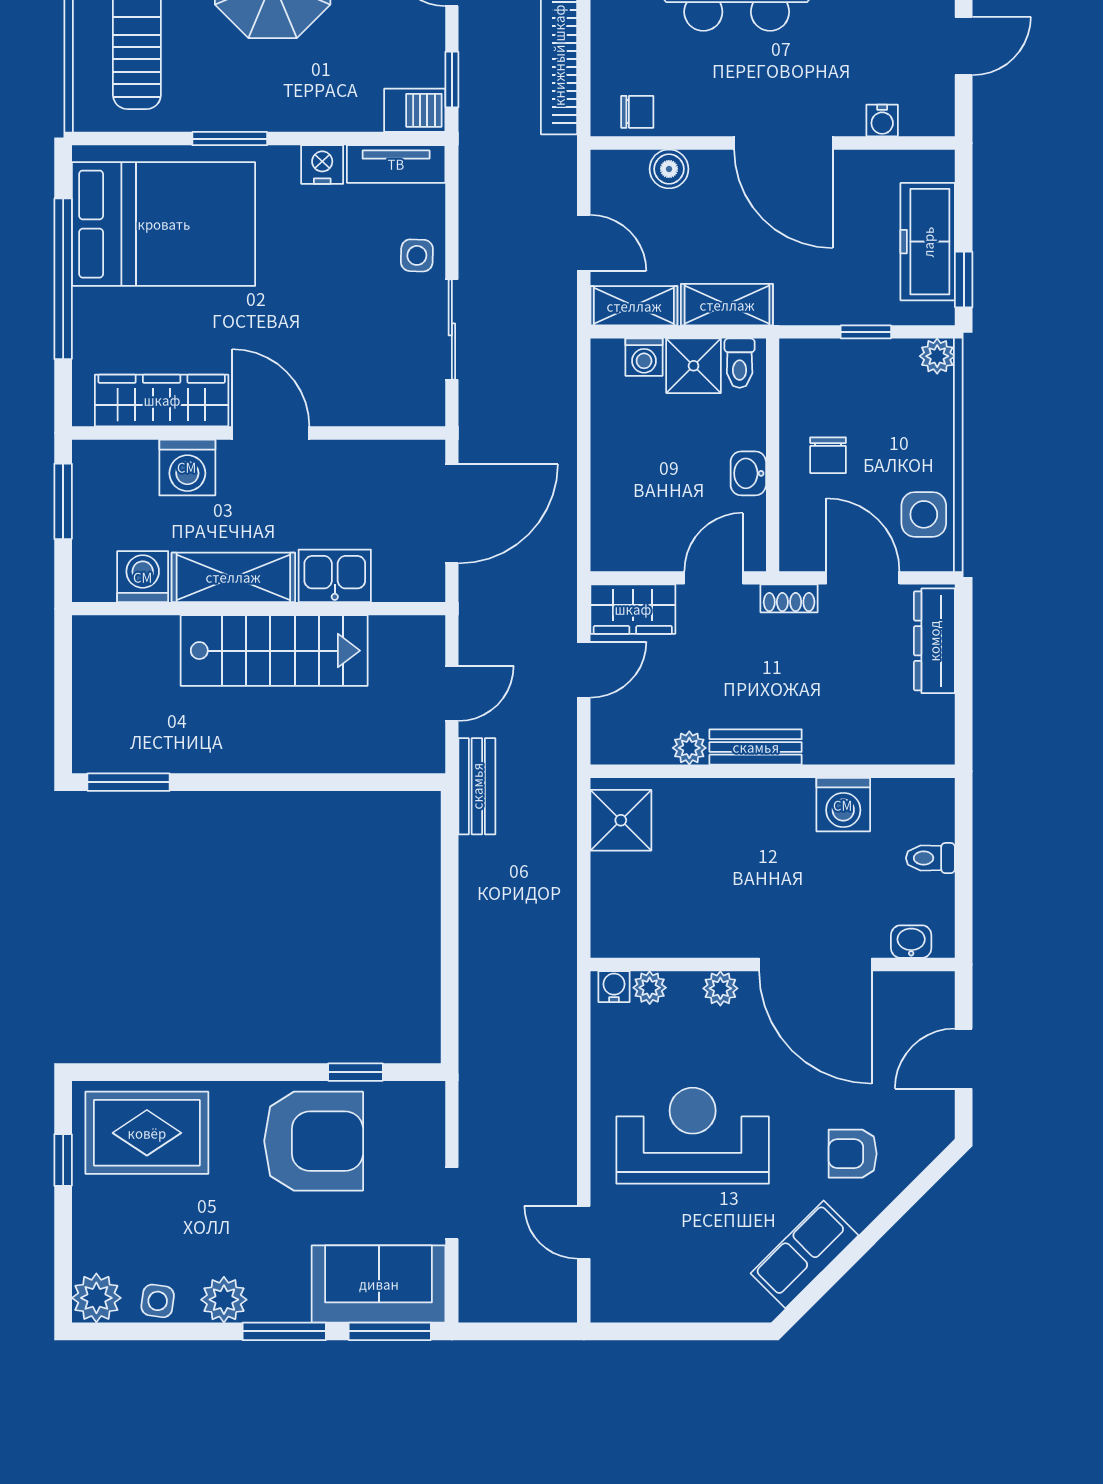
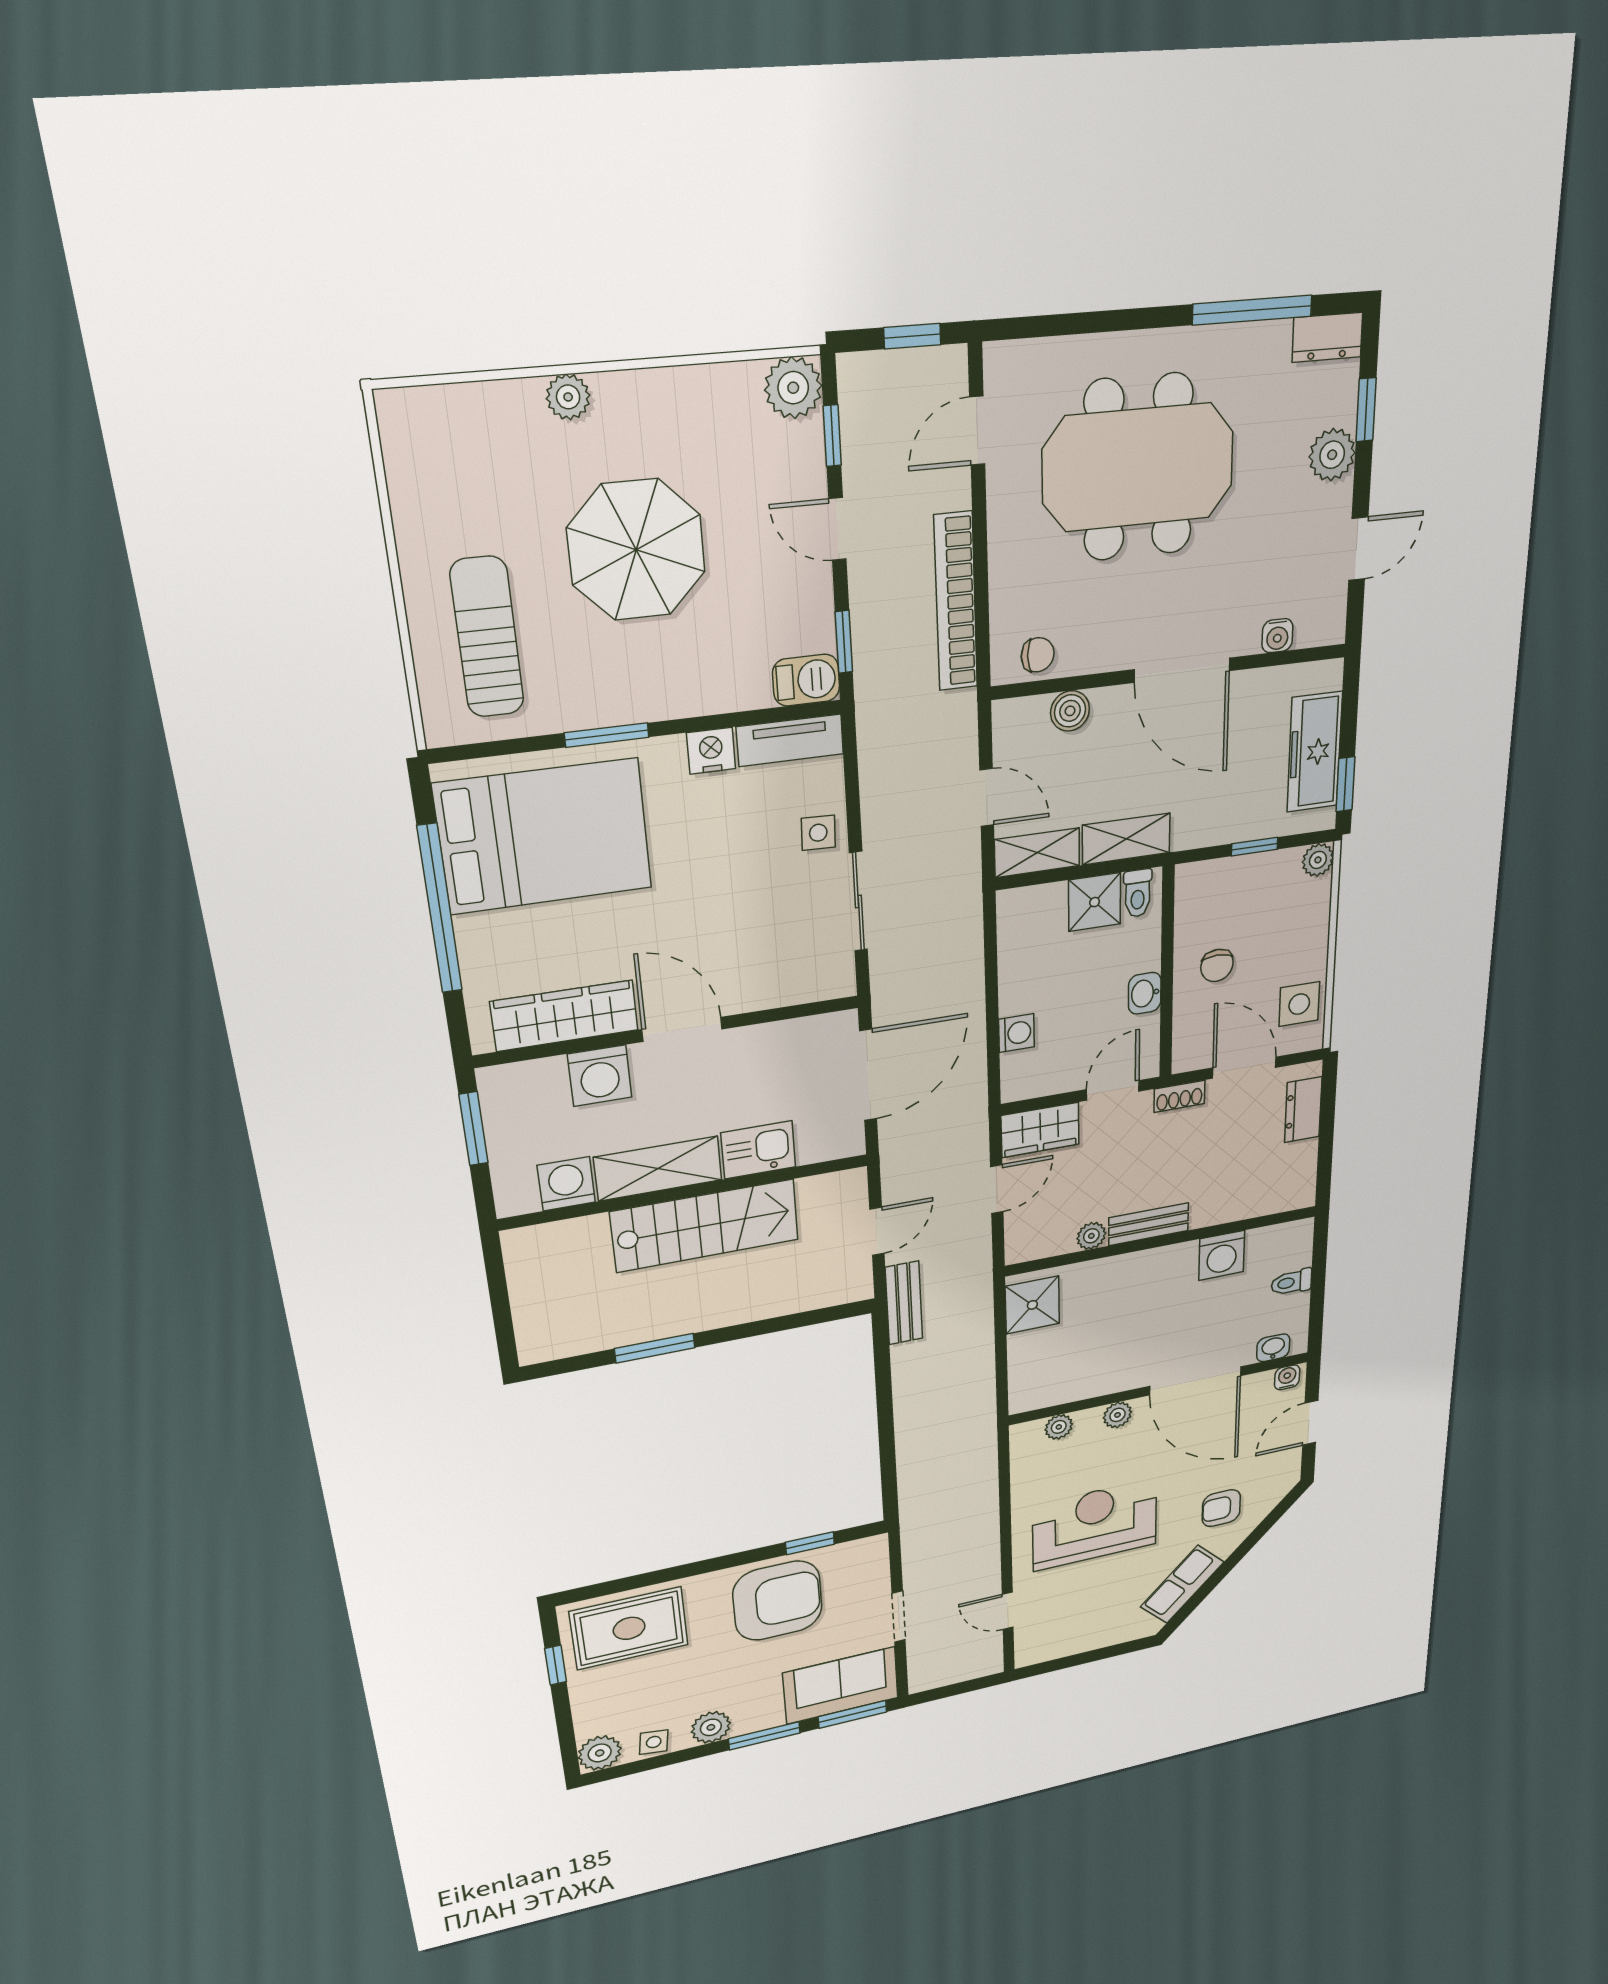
washing machine: (644, 357) -> (1017, 1033), moved, turned -90
dresser: (934, 641) -> (1303, 1110), width x0.70
window: (129, 782) -> (655, 1348), moved
water cooler: (614, 987) -> (1287, 1377), moved

